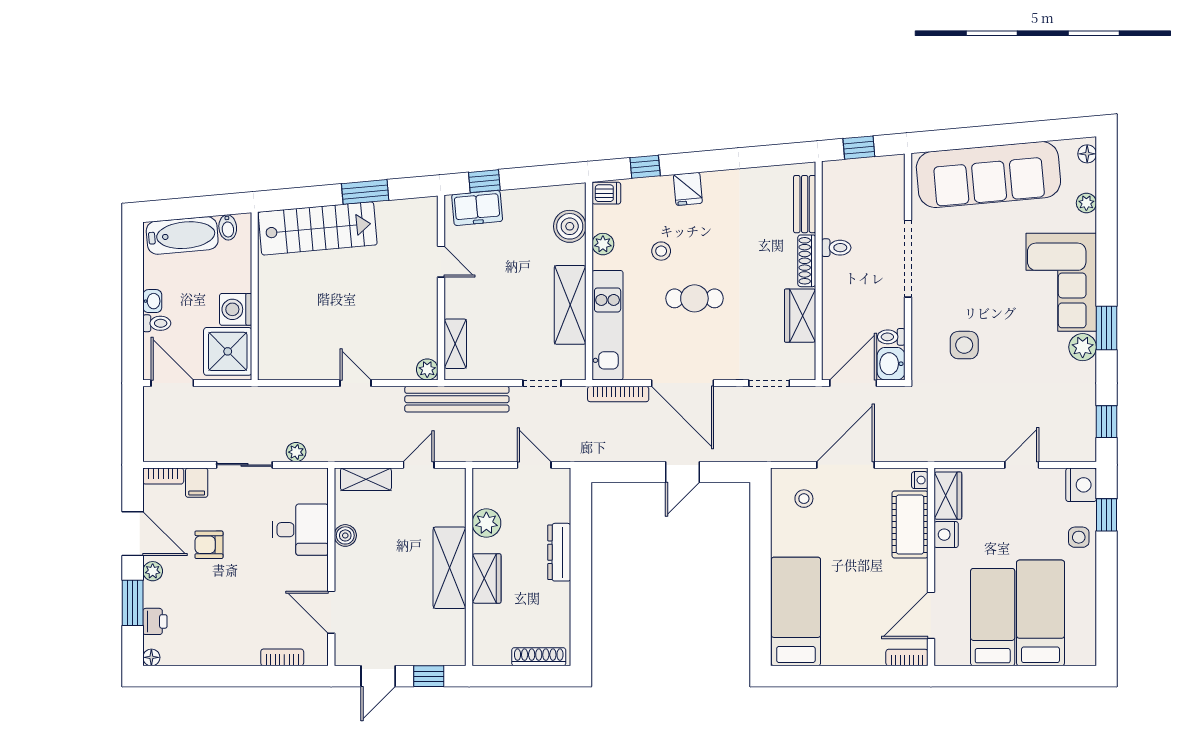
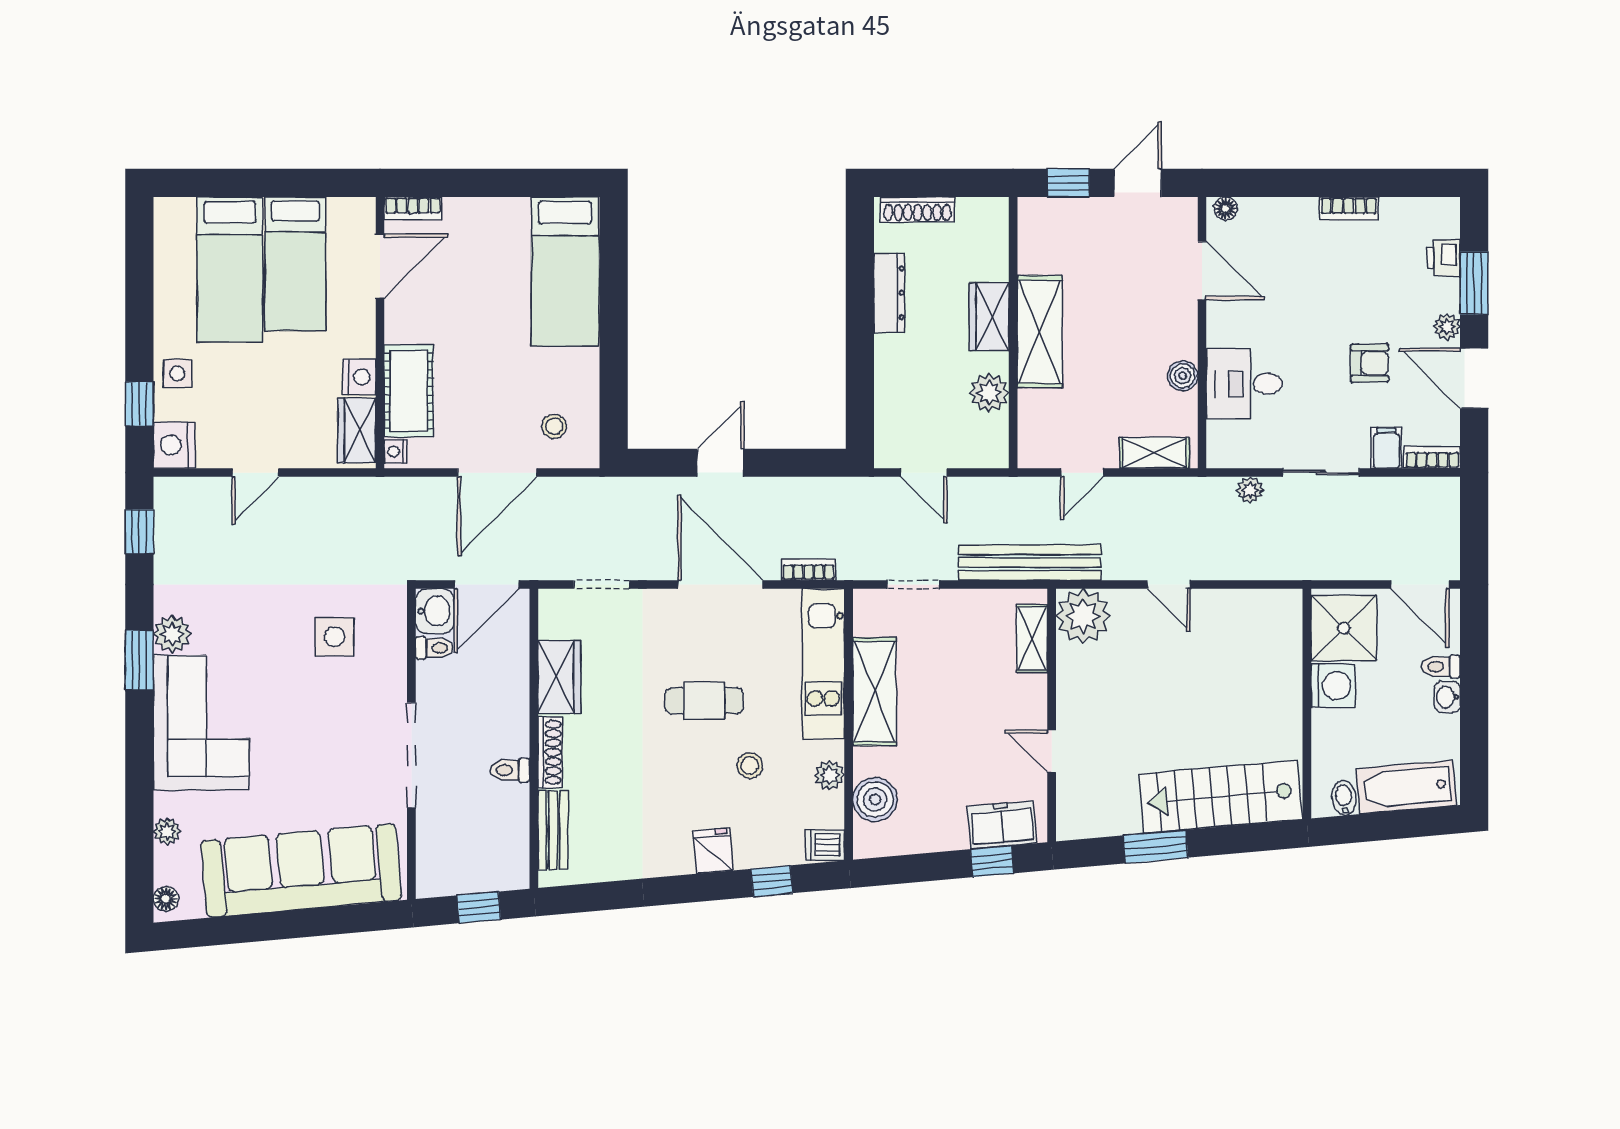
plant: (427, 369) -> (1083, 616), width x1.87, depth x1.87
bookcase: (618, 394) -> (809, 570), width x0.64
dresser: (559, 552) -> (889, 293), moved
floor lamp: (151, 657) -> (1226, 209), moved
bookcase: (282, 657) -> (1349, 209), moved

